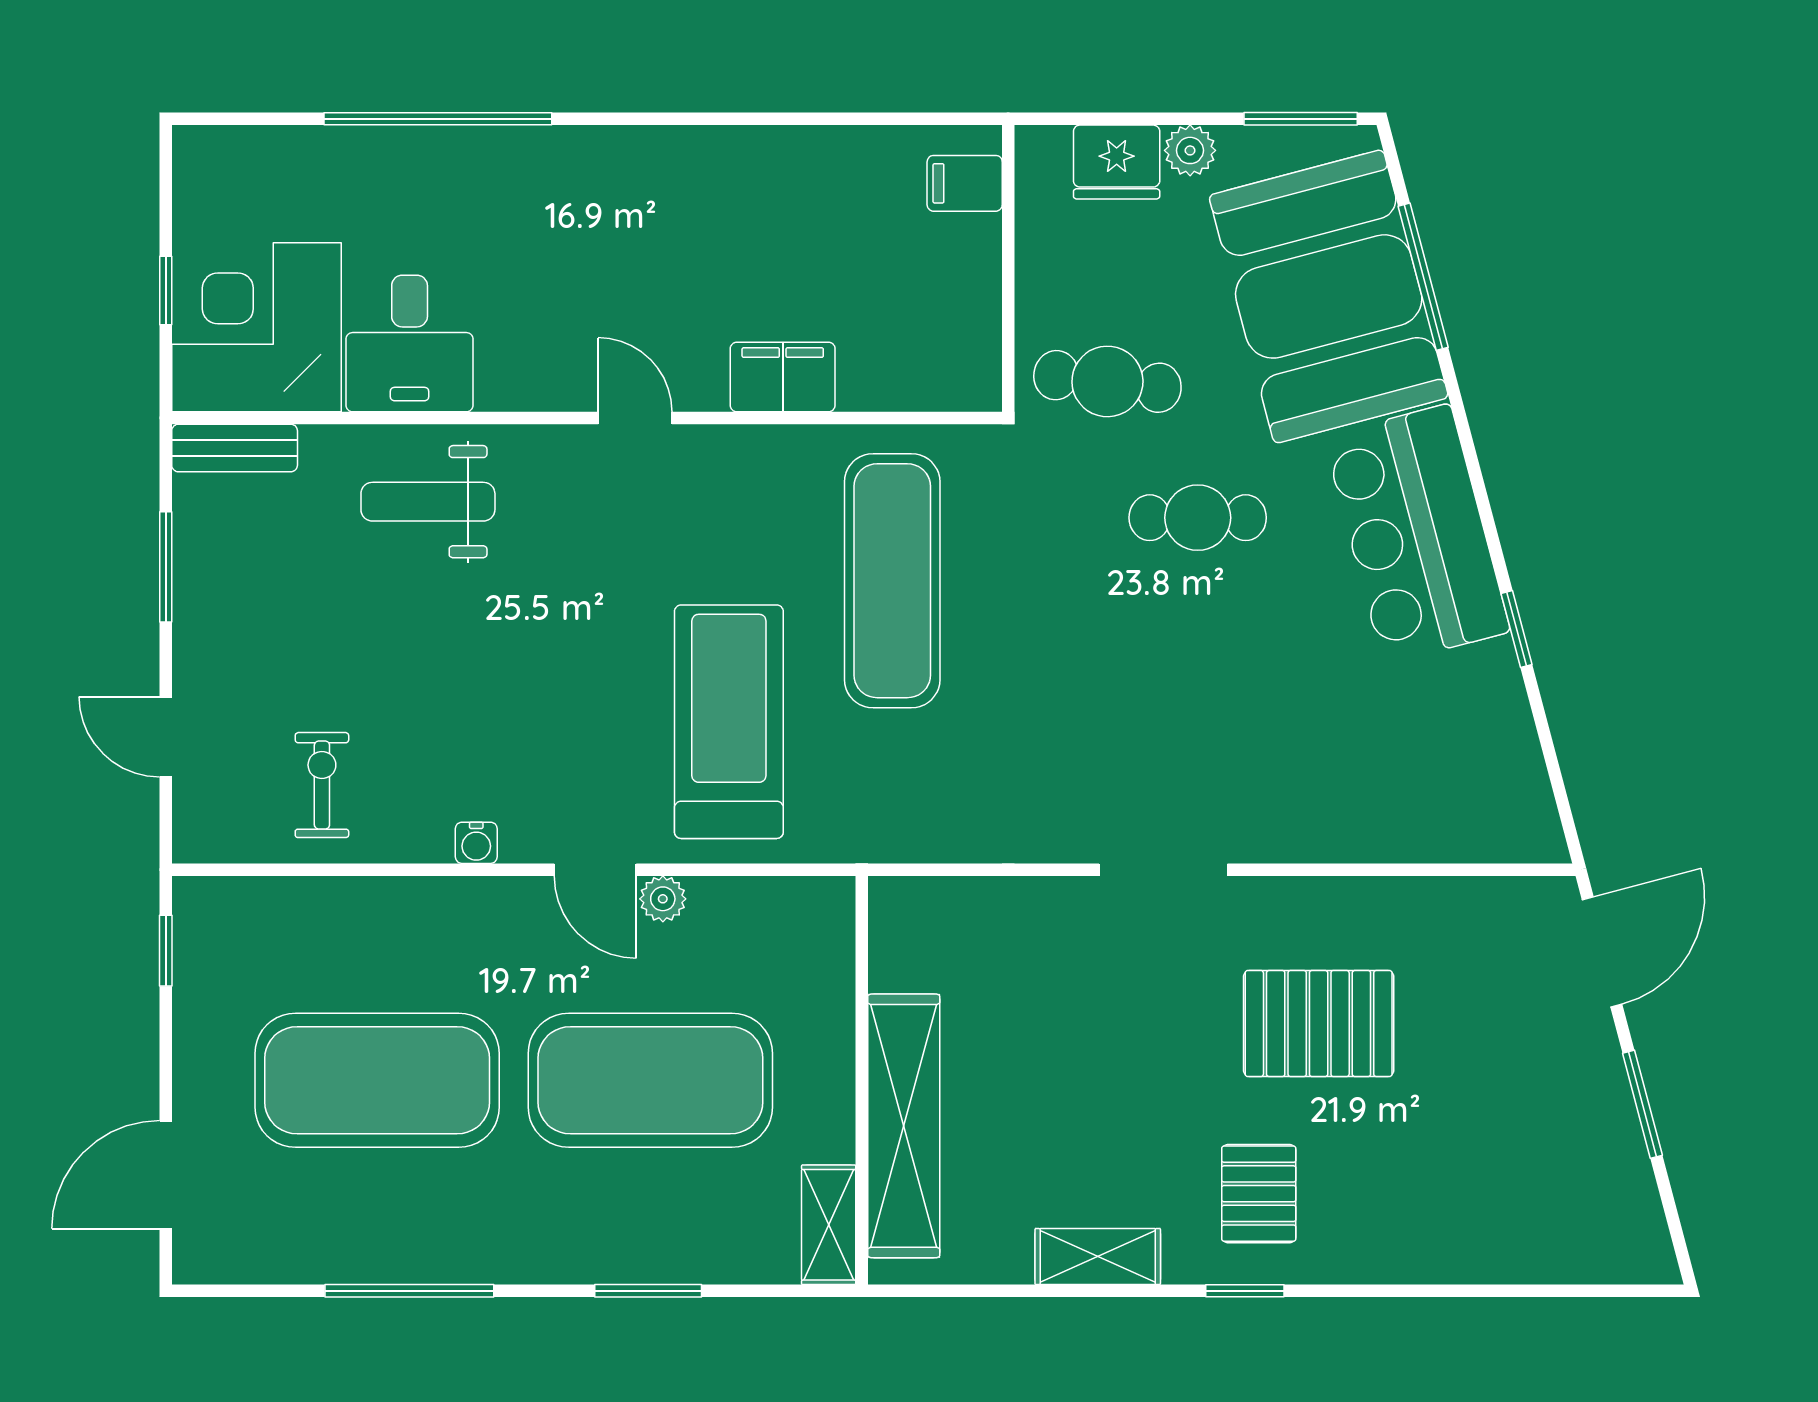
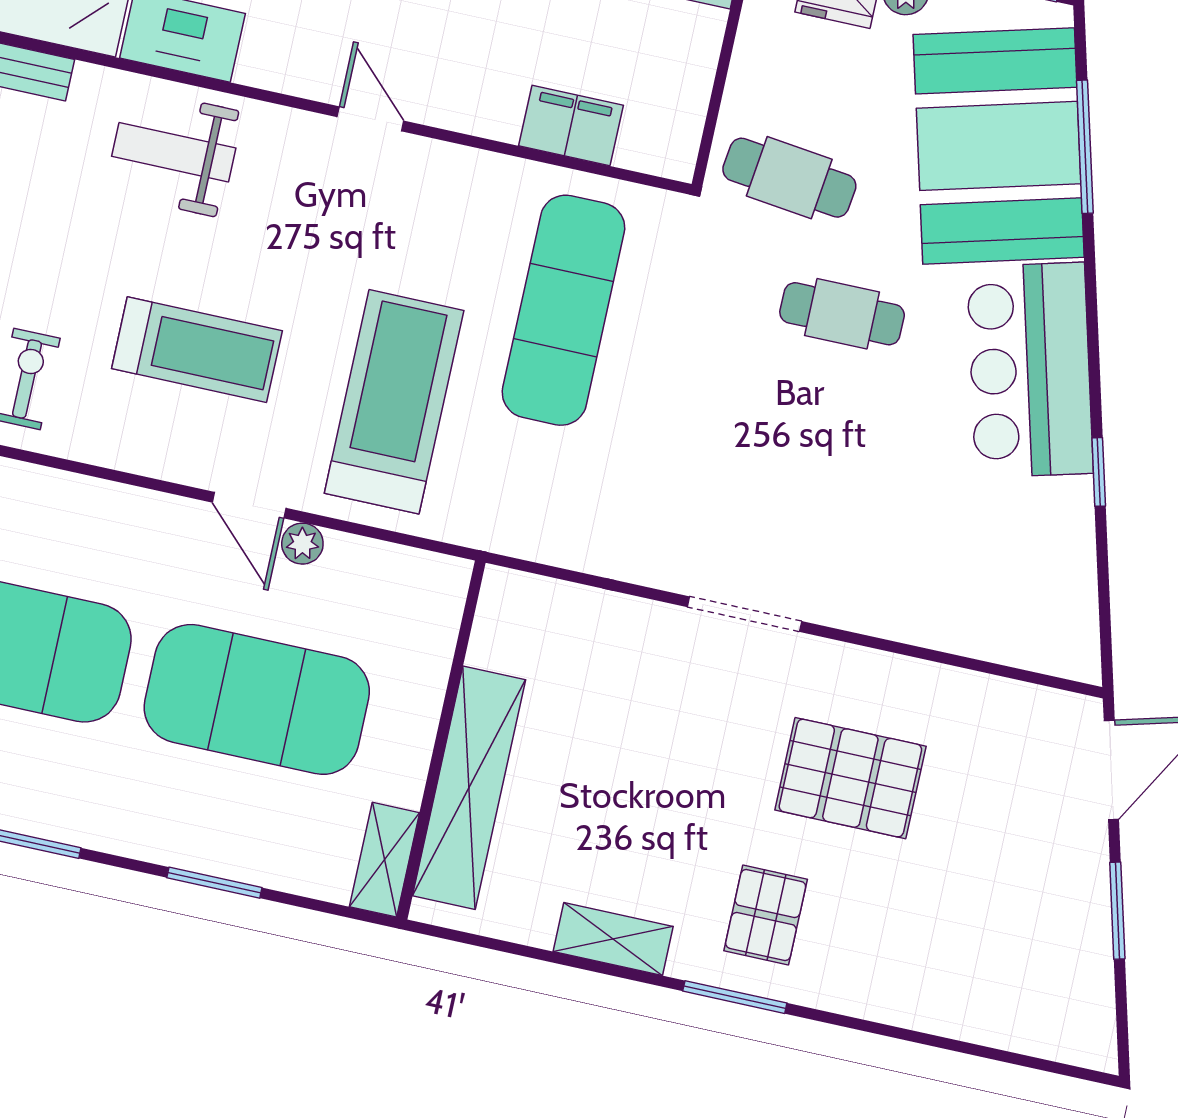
filing cabinet: (783, 377) -> (571, 126), moved
treadmill: (501, 712) -> (197, 350), added
water cooler: (476, 843) -> (150, 459), removed
window: (1245, 1291) -> (735, 997), width x1.50

